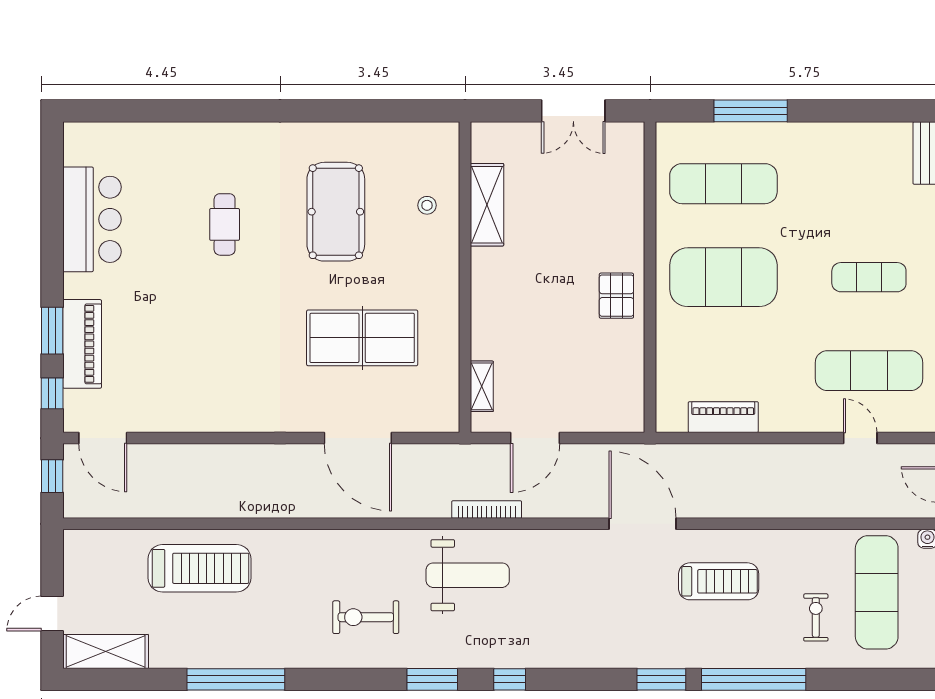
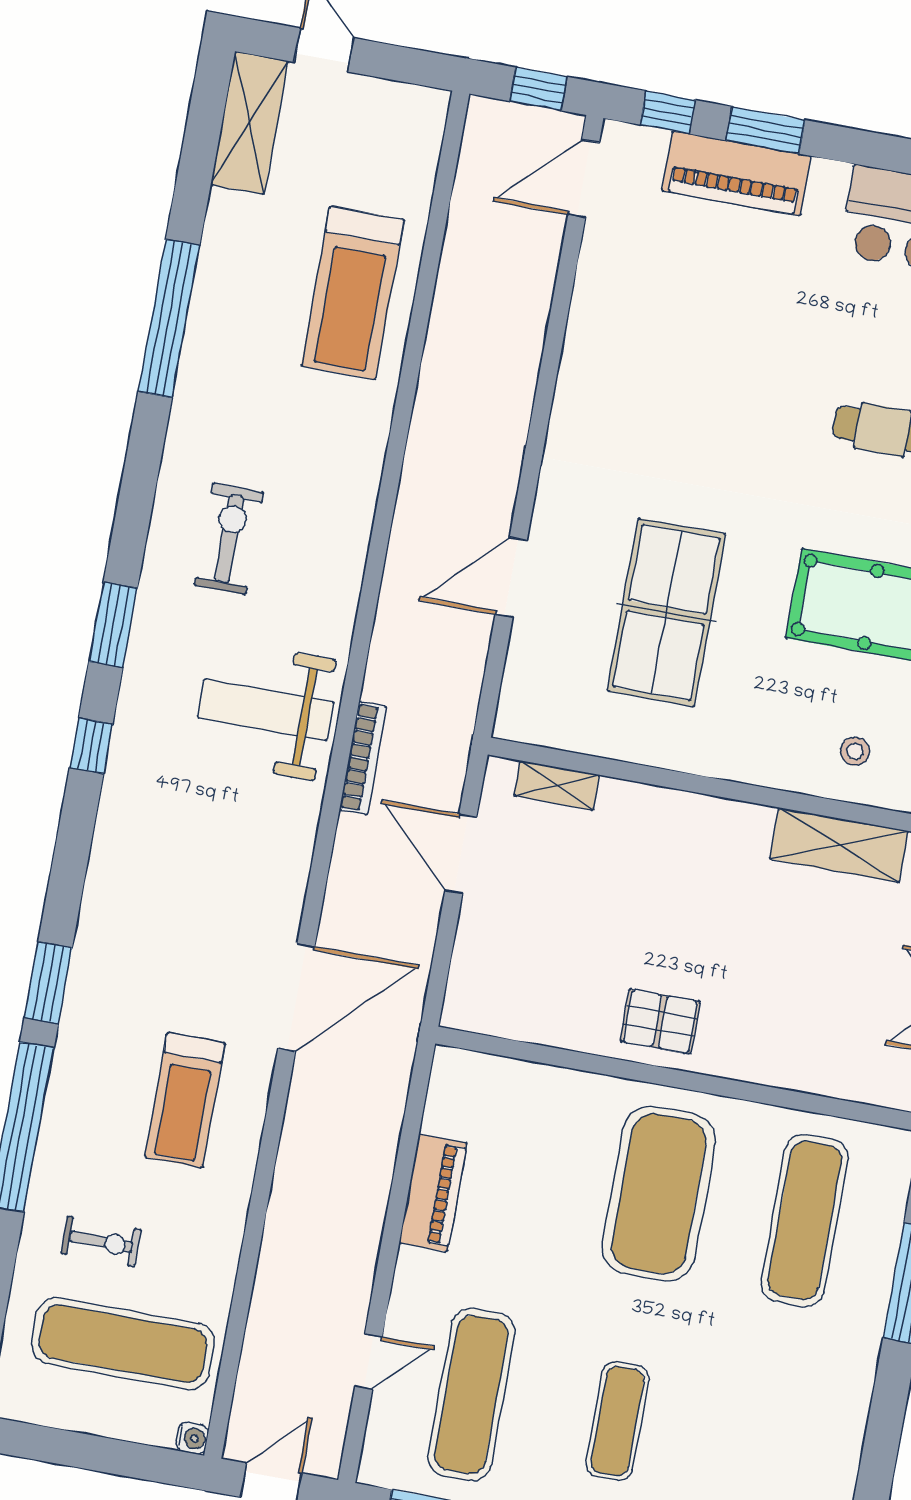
piano: (723, 417) -> (433, 1193), moved
door: (358, 438) -> (511, 577), width x0.73
weight bench: (468, 575) -> (266, 710), turned 90

